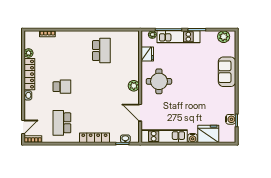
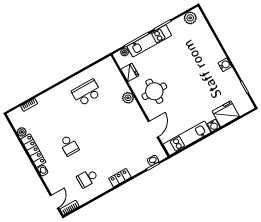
school desk: (101, 51) -> (87, 93), turned -90
sofa: (227, 72) -> (211, 48), removed
plant: (134, 86) -> (128, 98), moved
school desk: (62, 87) -> (69, 145), turned 90
door: (140, 113) -> (153, 129), swing flipped
water cooler: (231, 119) -> (225, 65), moved
school desk: (62, 123) -> (87, 178), width x0.54
locker: (94, 138) -> (120, 178), width x0.66

